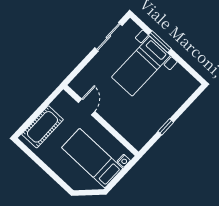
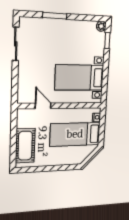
bed with nightstands: (141, 66) -> (79, 78), moved, turned 90
plant: (194, 85) -> (101, 26), added
window: (166, 127) -> (107, 41), moved

